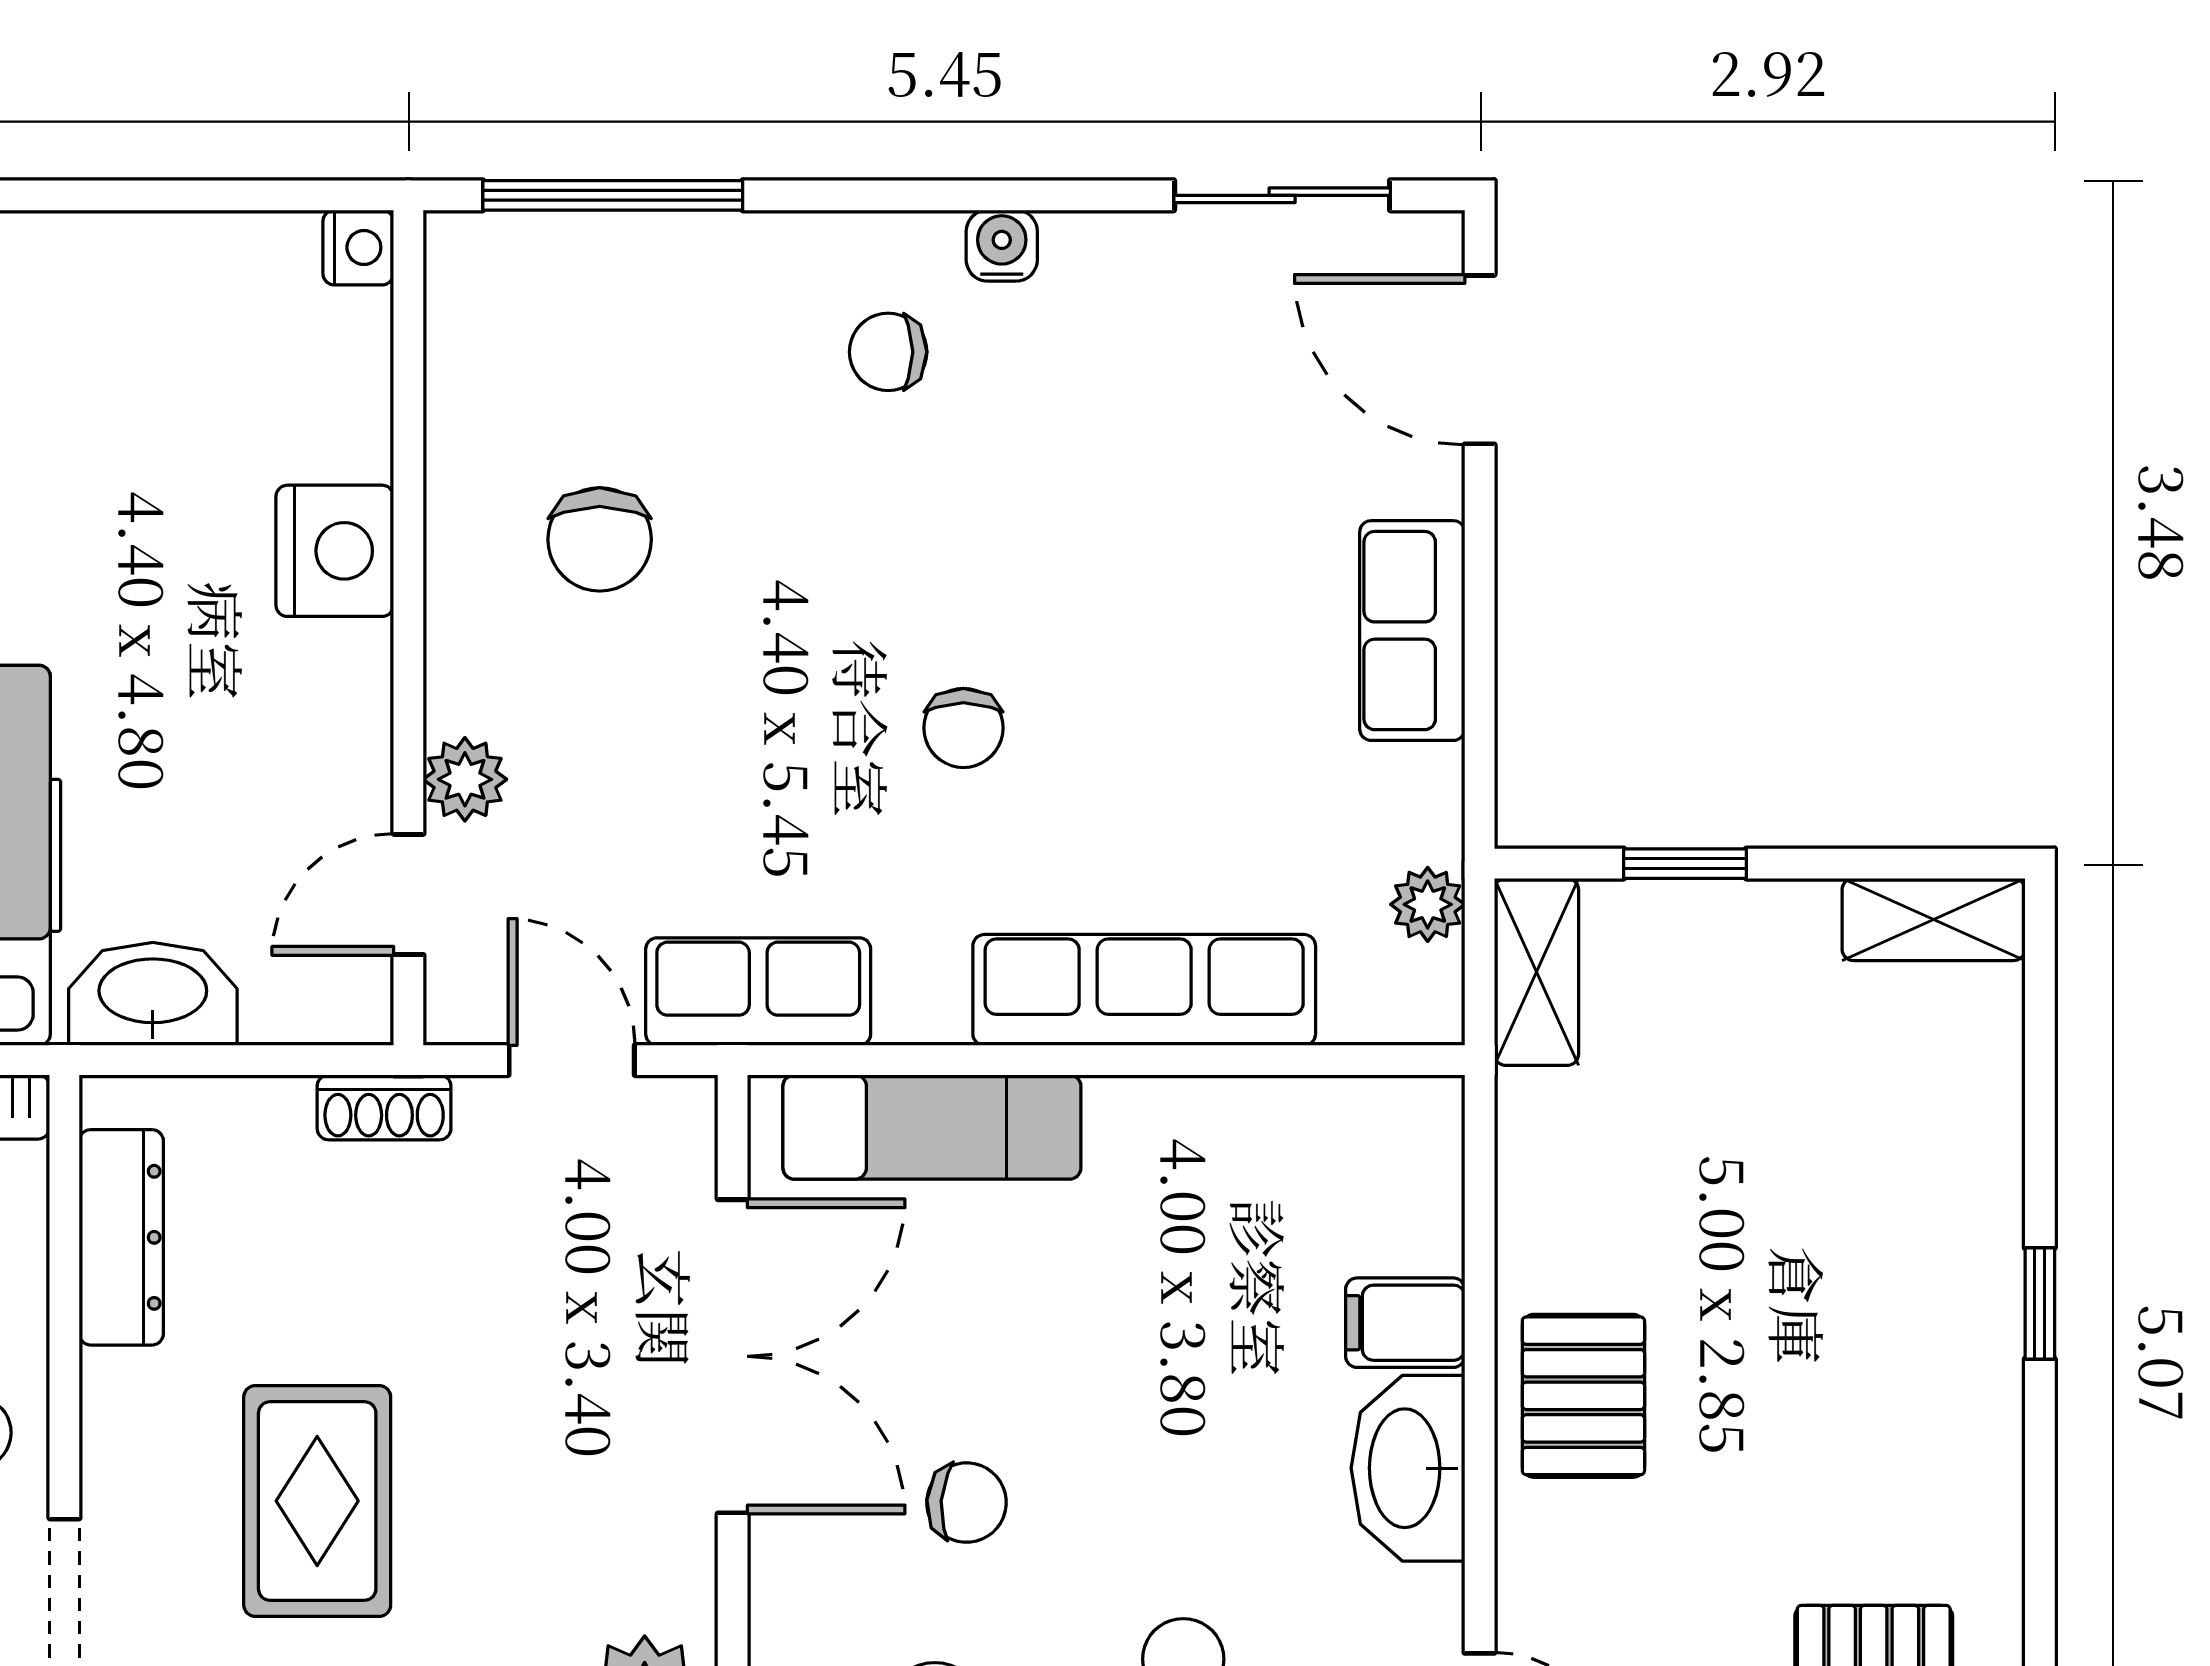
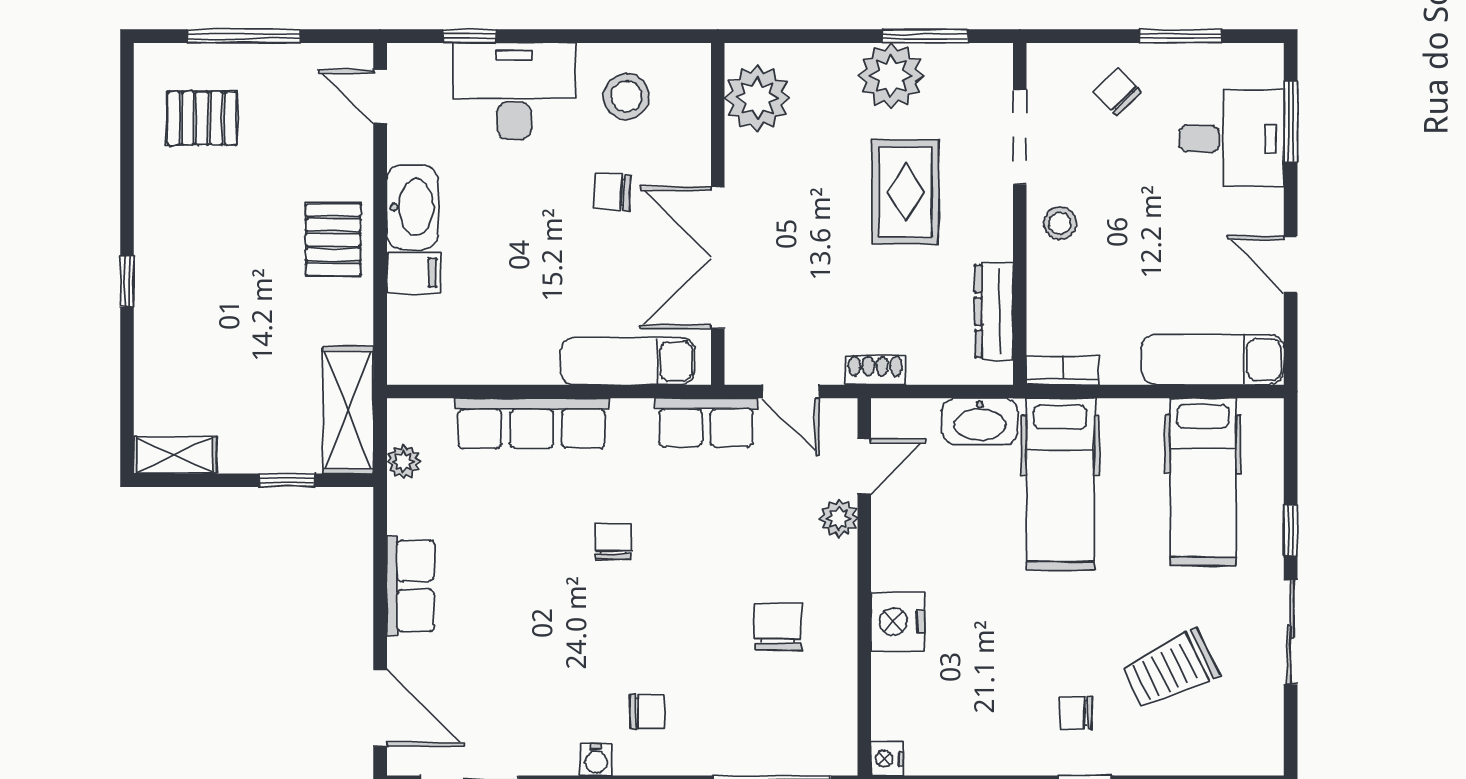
shelving: (1536, 972) -> (348, 410), width x1.50, depth x1.33

